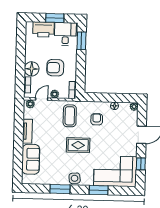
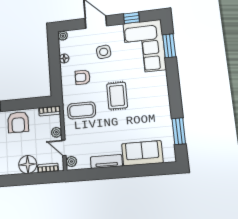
armchair: (55, 68) -> (18, 122), moved
side table: (75, 178) -> (104, 52), moved
window: (60, 189) -> (179, 131), moved
window: (99, 190) -> (169, 46), moved

